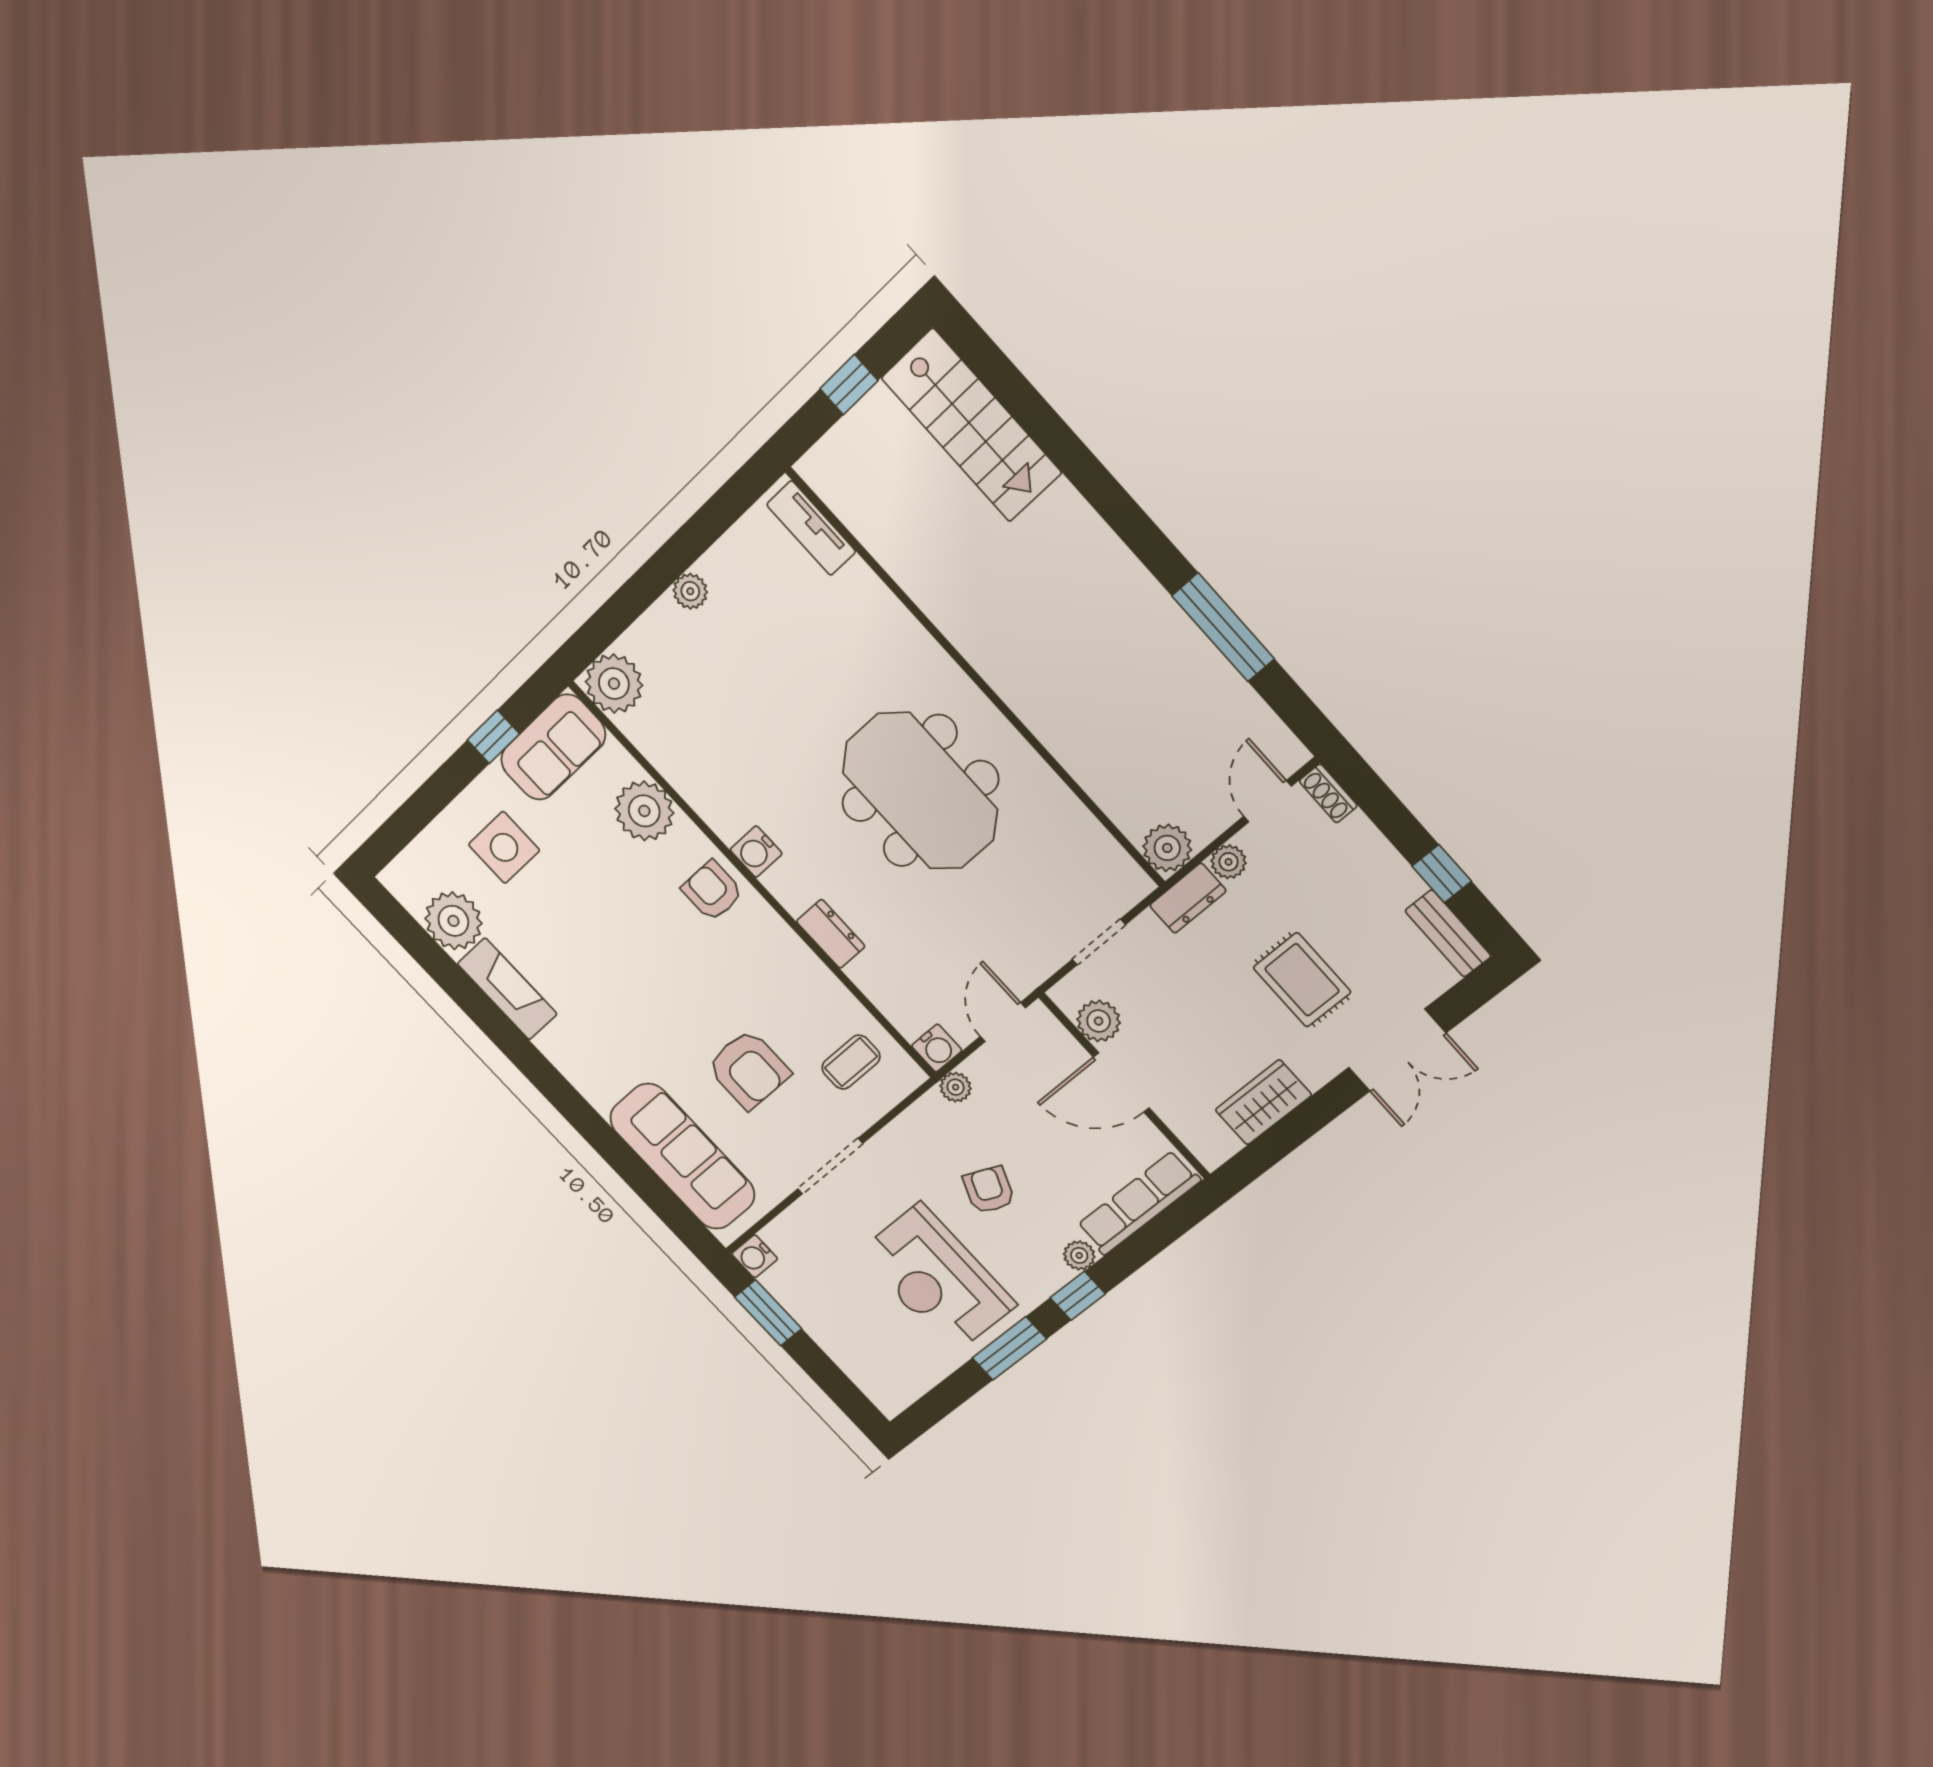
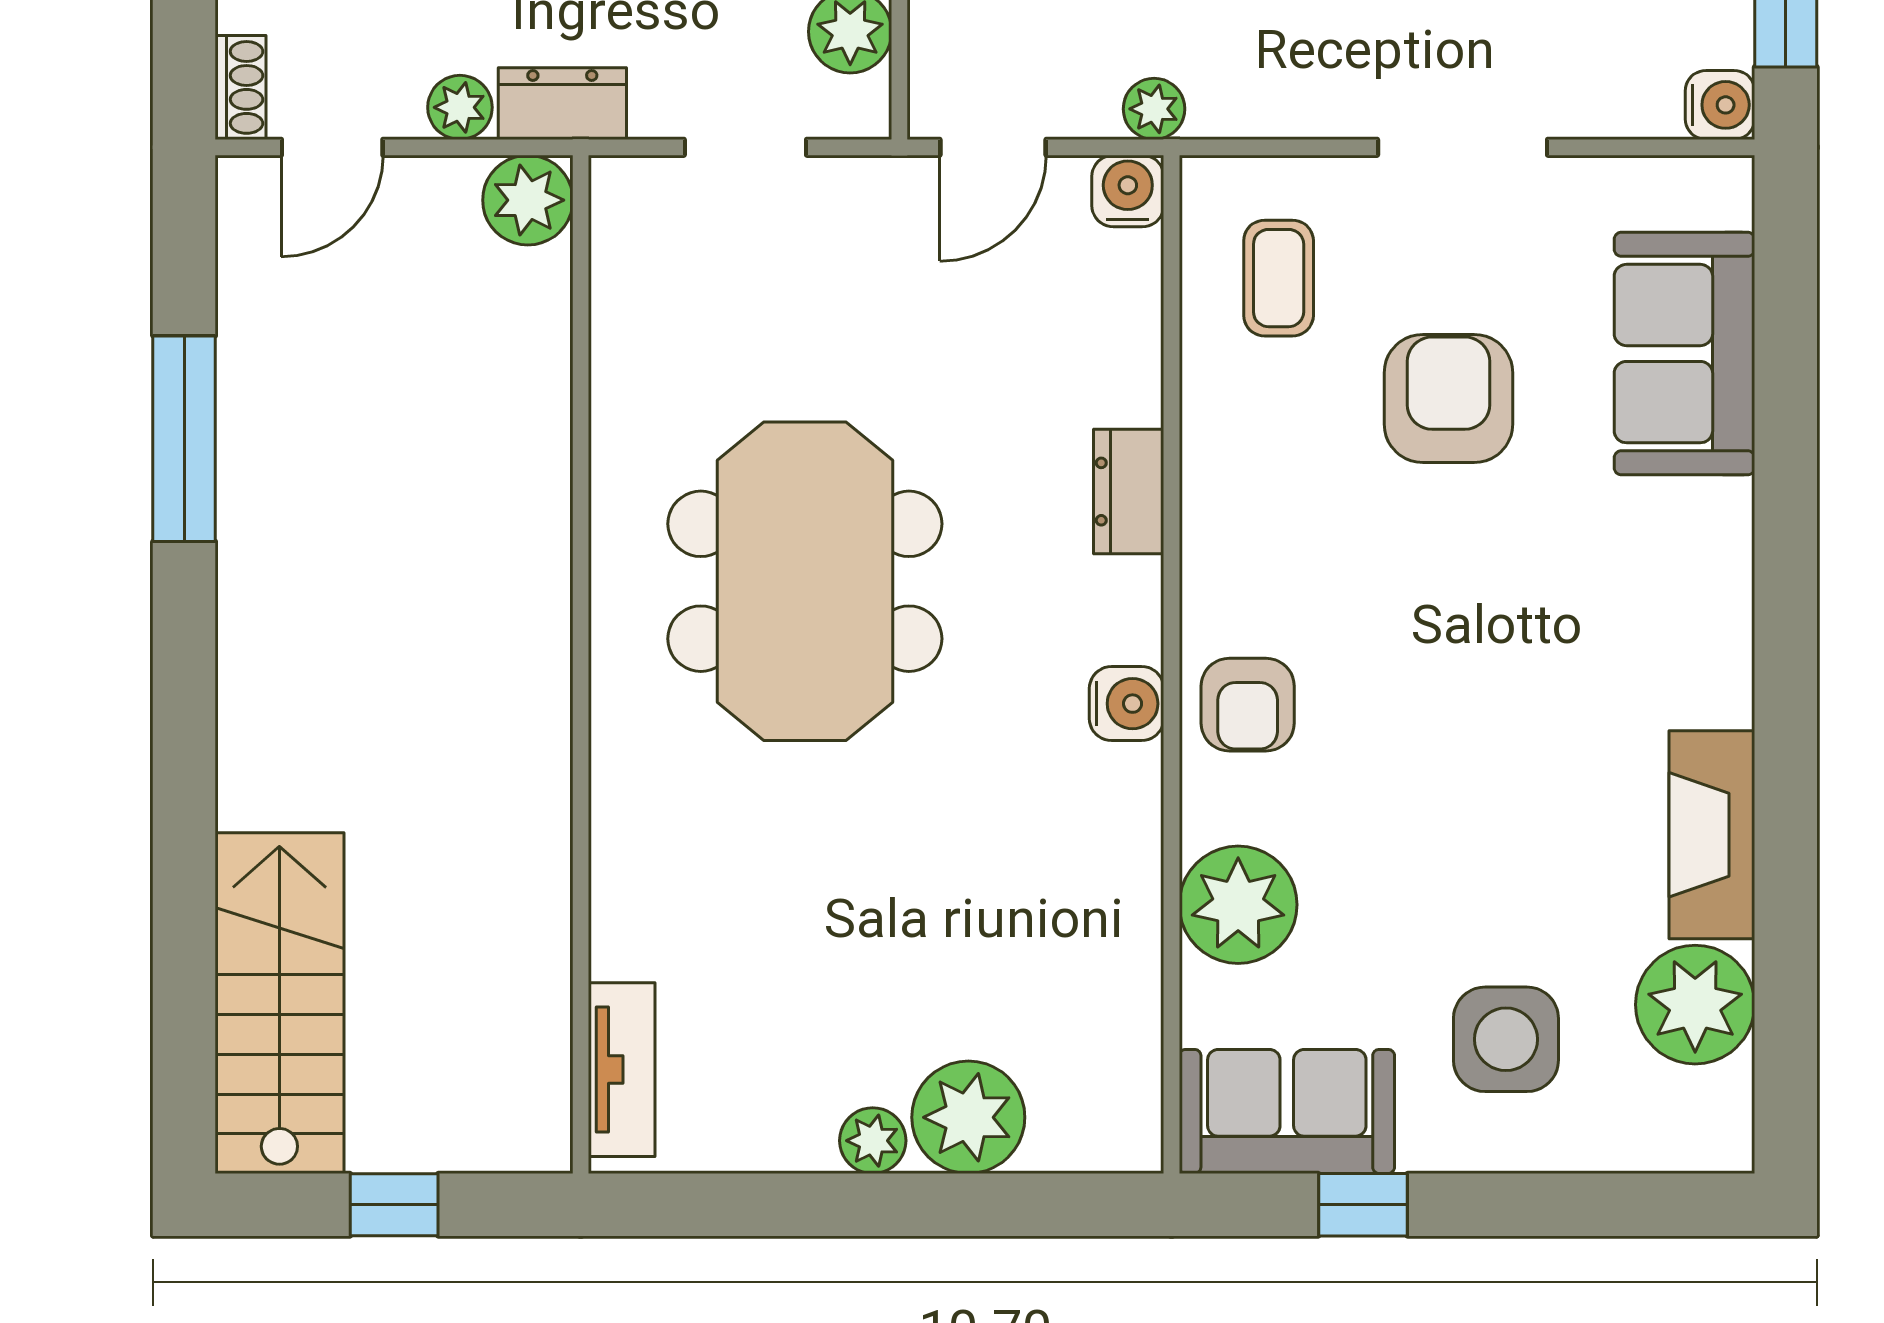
plant: (614, 684) -> (968, 1117), moved
coffee table: (851, 1062) -> (1279, 278), turned 90
sofa: (682, 1157) -> (1684, 354), width x0.73

